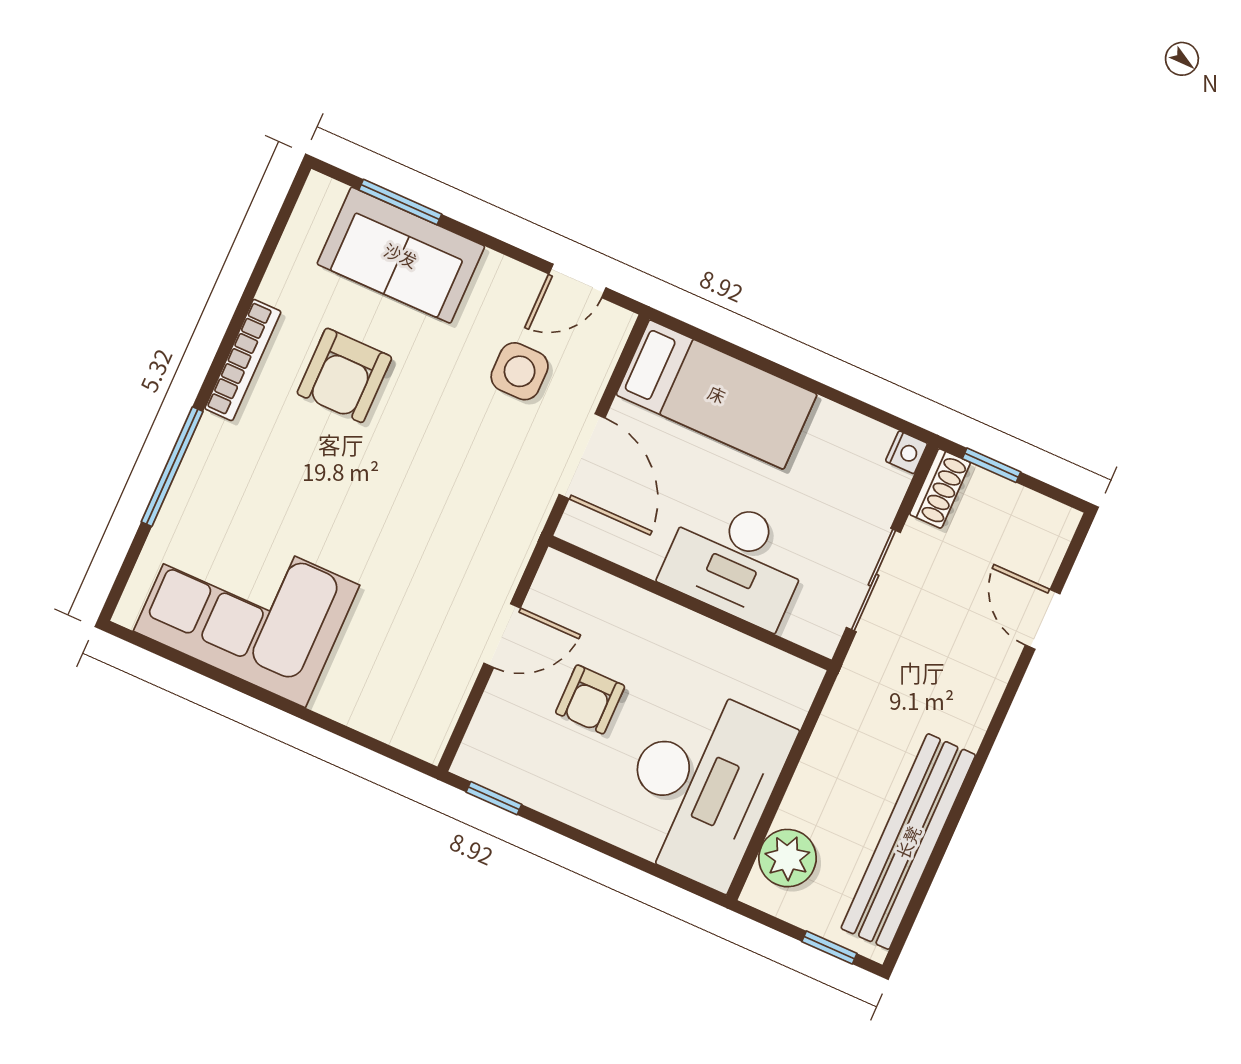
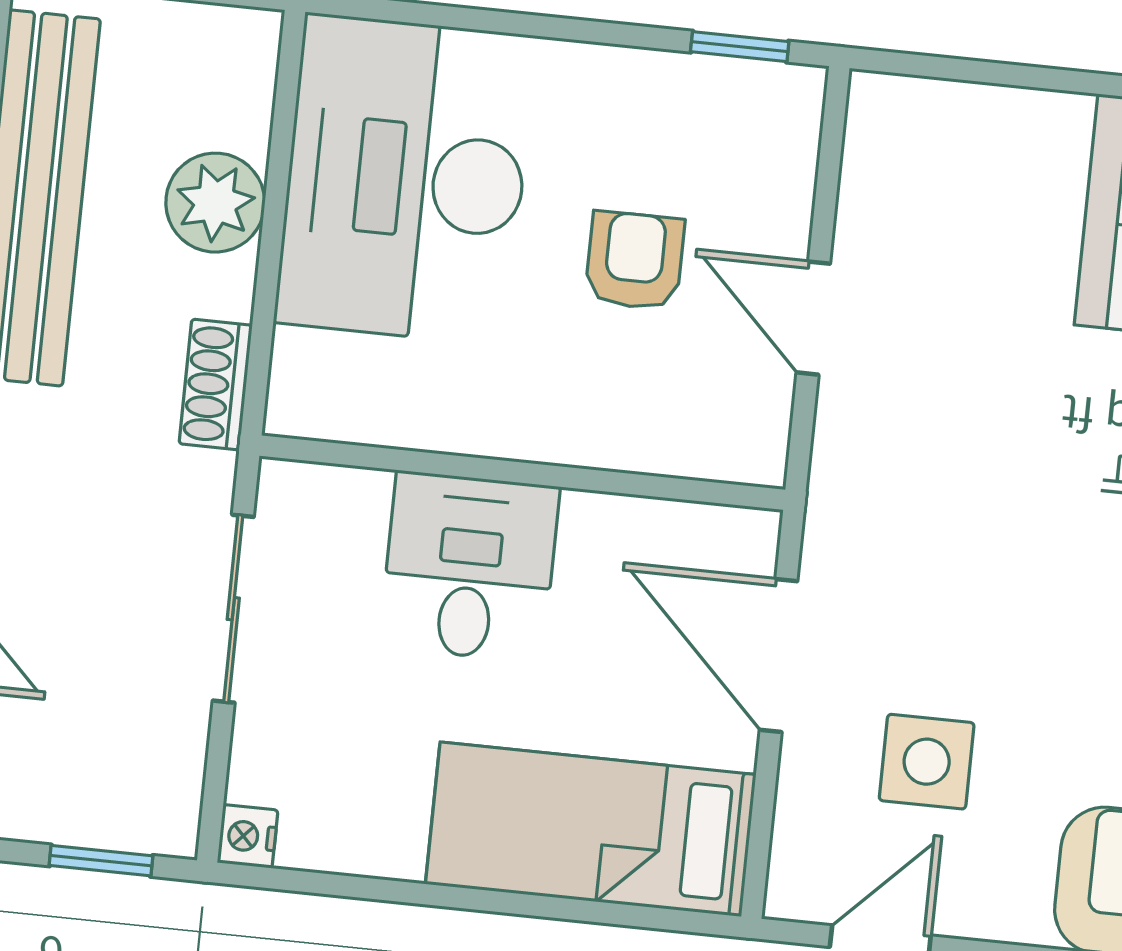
shoe rack: (940, 488) -> (216, 384), moved
desk: (736, 561) -> (469, 567), width x0.73
door: (502, 636) -> (813, 318), hinge flipped
plant: (787, 858) -> (215, 203), moved

